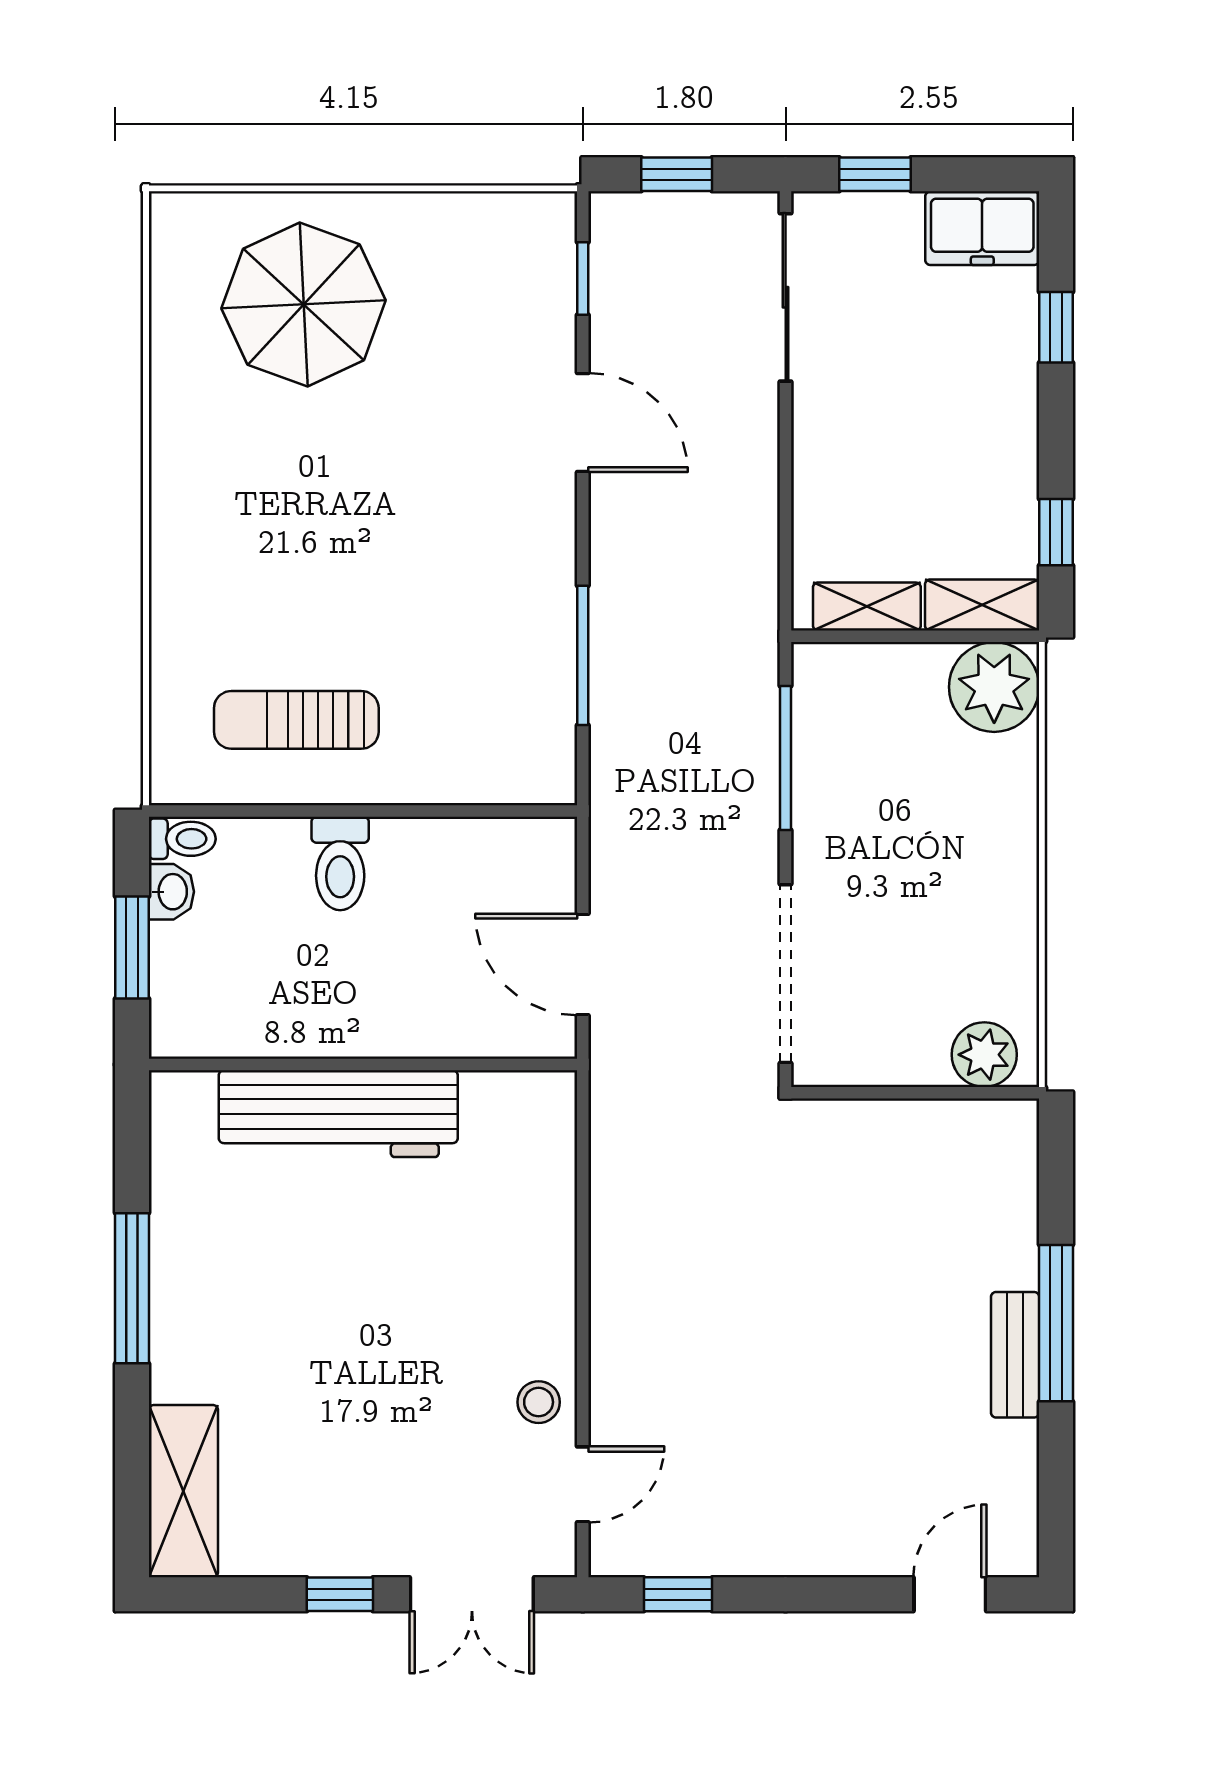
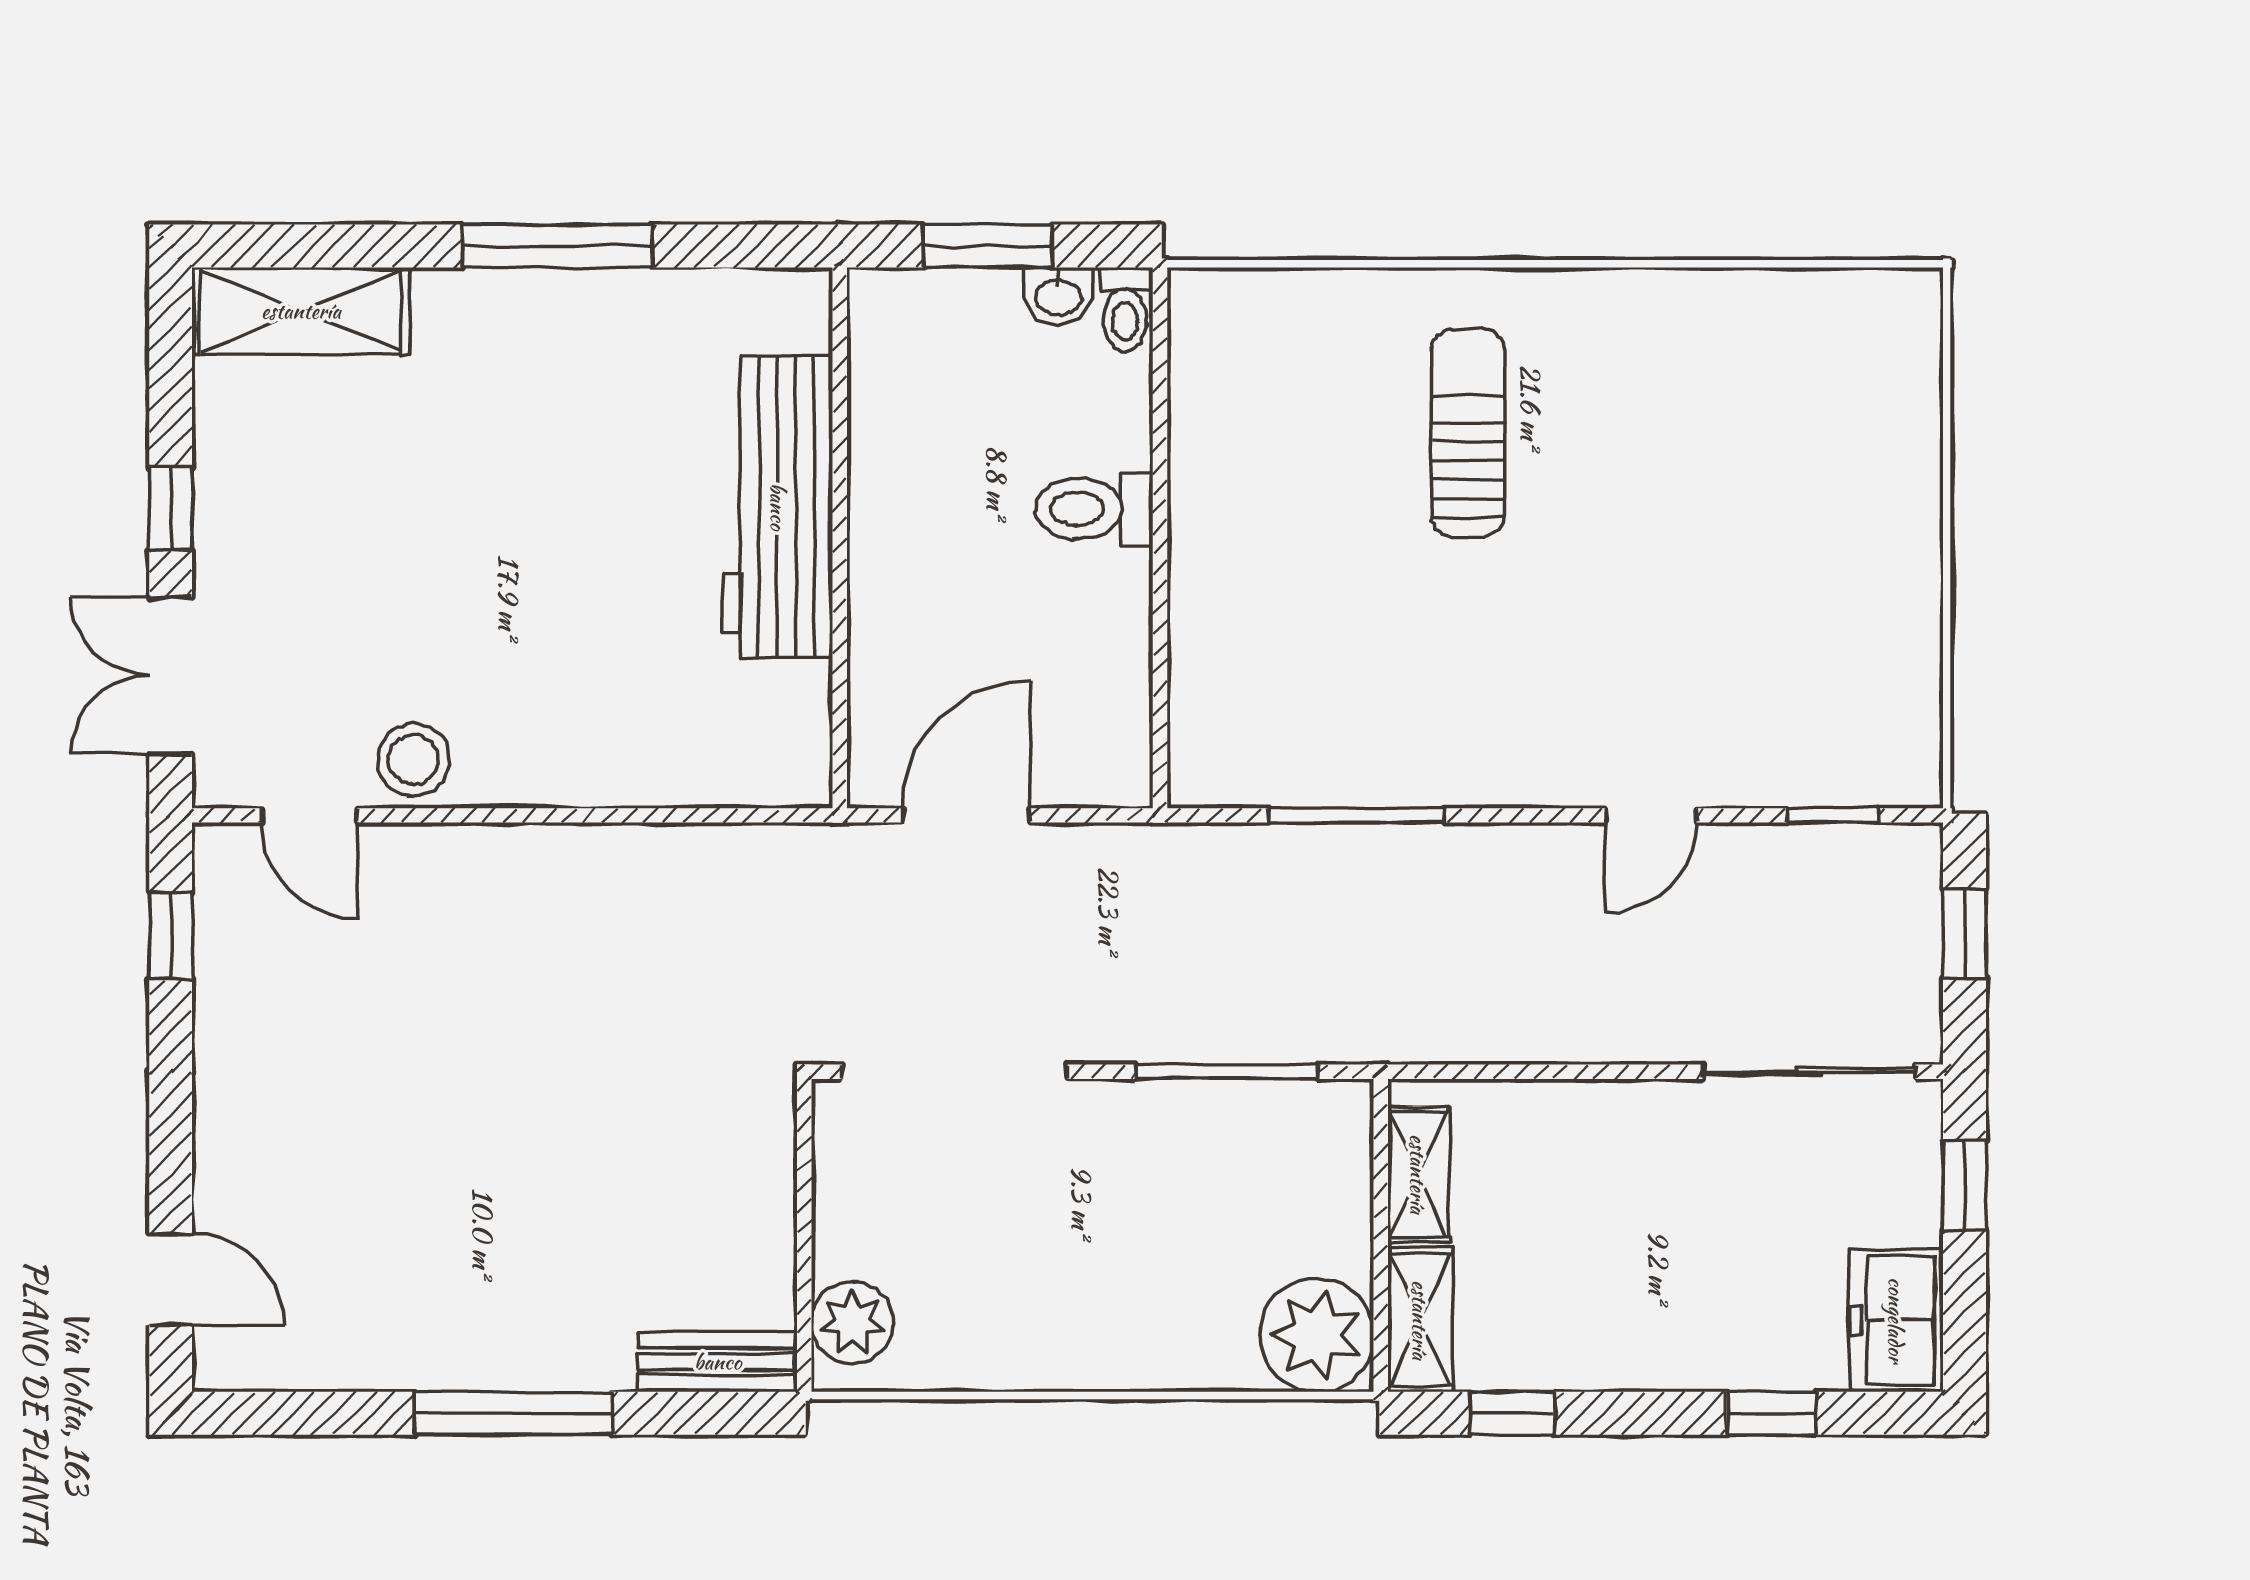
parasol: (304, 304) -> (1800, 463), removed
door: (583, 423) -> (1651, 815), width x0.73
sun lounger: (296, 720) -> (1468, 433), moved
bench: (1015, 1355) -> (718, 1362), moved
stool: (539, 1402) -> (413, 760), width x1.37, depth x1.37

